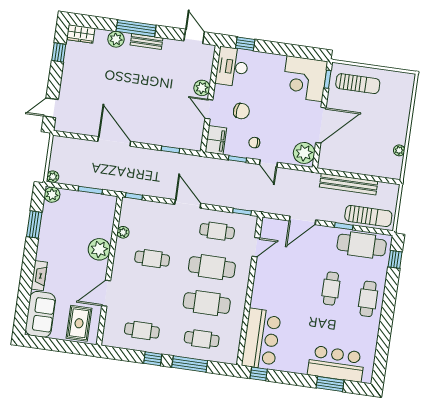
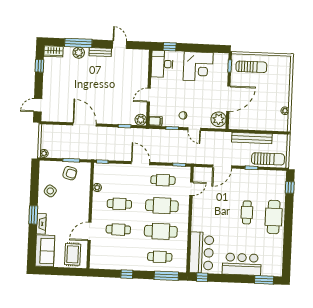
window: (136, 28) -> (78, 43), moved
door: (194, 36) -> (120, 45), moved
corner desk: (305, 79) -> (198, 66), moved, turned -90
plant: (202, 88) -> (141, 120), moved
door: (209, 109) -> (149, 95), hinge flipped
chair: (241, 111) -> (172, 94), removed
filing cabinet: (216, 140) -> (156, 121), width x0.50
plant: (52, 195) -> (45, 166), removed
armchair: (86, 208) -> (70, 173), added
window: (34, 224) -> (33, 215), moved
side table: (56, 231) -> (50, 191), added
cafe table: (362, 245) -> (265, 180), removed
plant: (99, 249) -> (82, 201), removed
cafe table: (368, 299) -> (274, 217), width x1.37, depth x1.35
cafe table: (142, 331) -> (118, 230), moved
window: (190, 364) -> (166, 276), moved
bar counter: (336, 364) -> (242, 264), moved
window: (330, 384) -> (264, 280), moved

